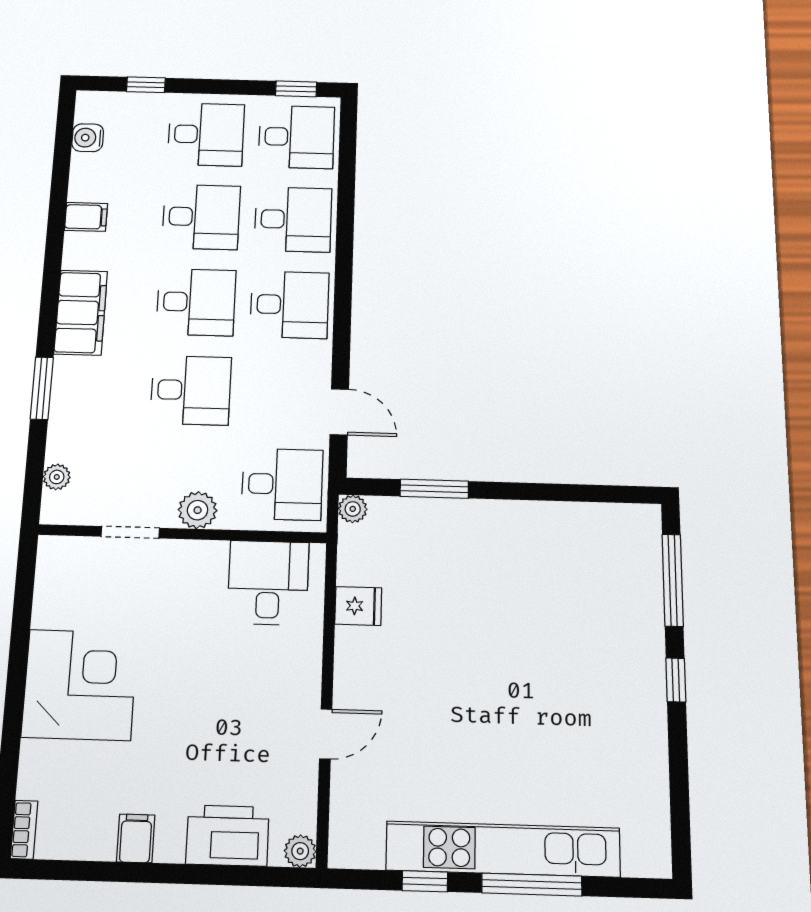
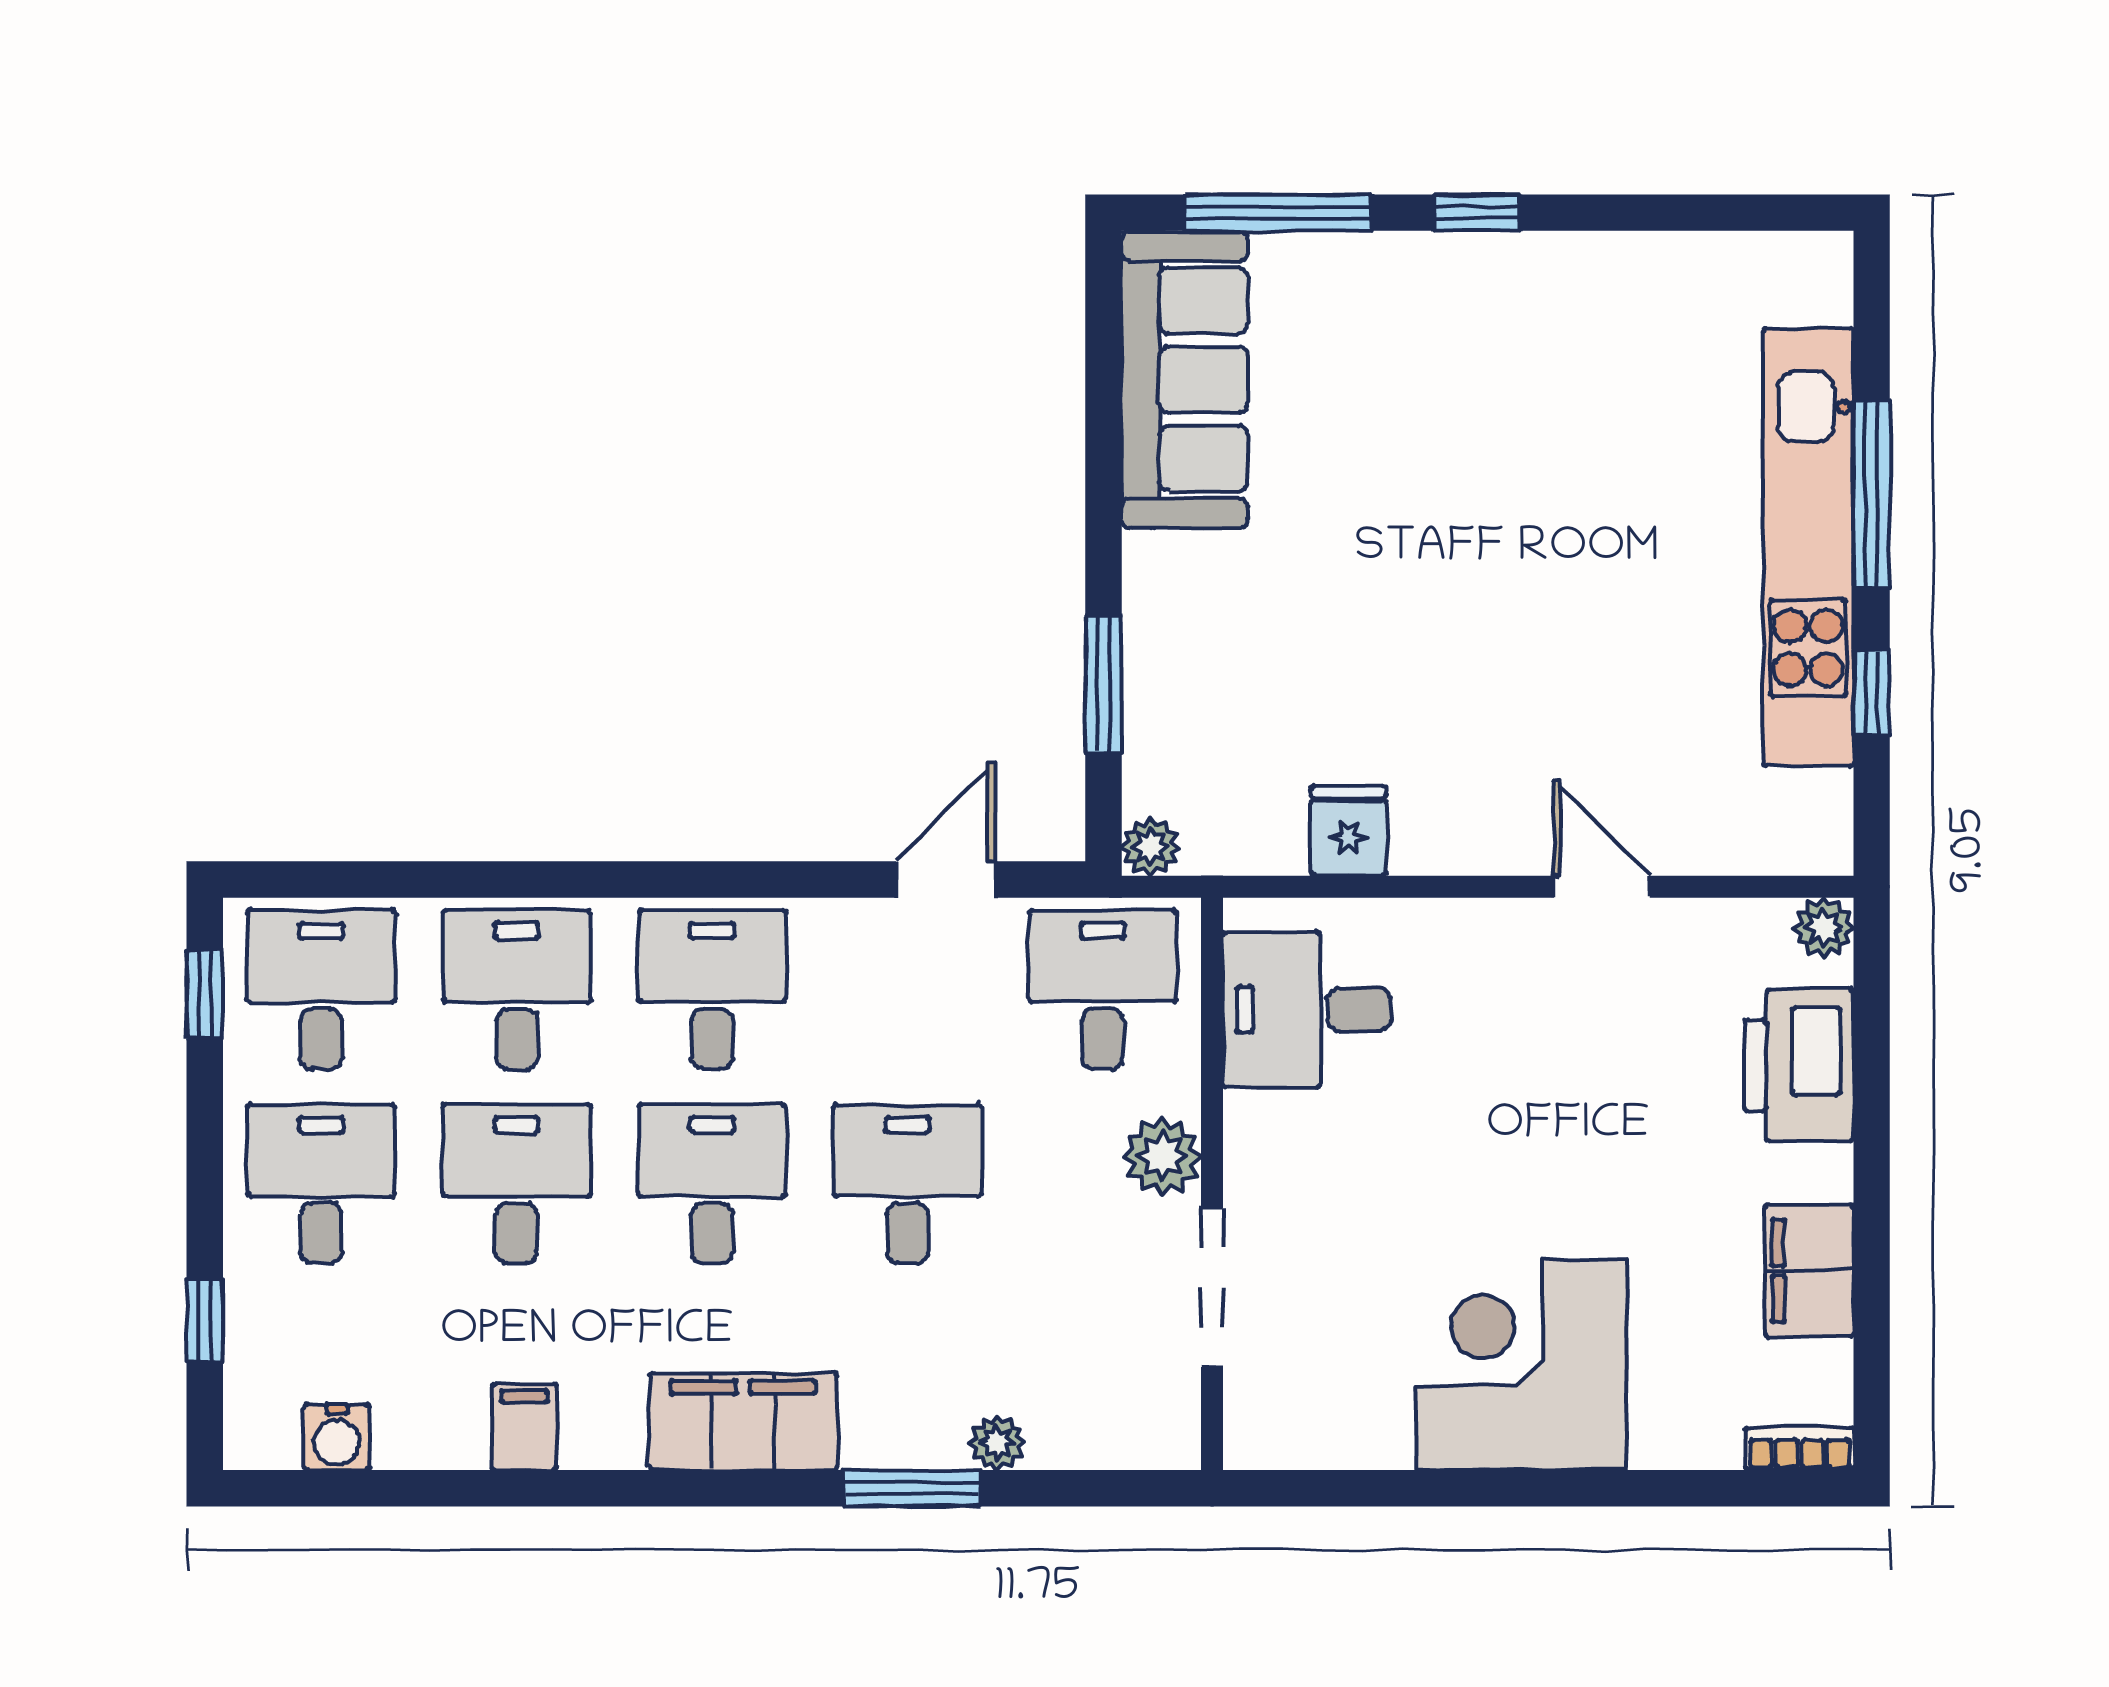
plant: (57, 477) -> (997, 1443), moved
doorway: (130, 532) -> (1212, 1288), width x1.38
sofa: (587, 532) -> (1185, 380), added
filing cabinet: (136, 838) -> (1809, 1271), width x2.00

